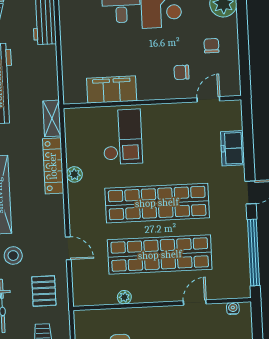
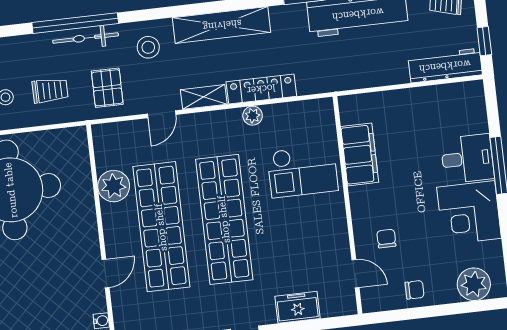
chair: (211, 46) -> (415, 290), moved
shelving: (52, 118) -> (204, 97), moved
pallet: (44, 291) -> (107, 88), turned 90
plant: (124, 297) -> (114, 186), width x1.87, depth x1.87
door: (195, 302) -> (106, 274), hinge flipped

